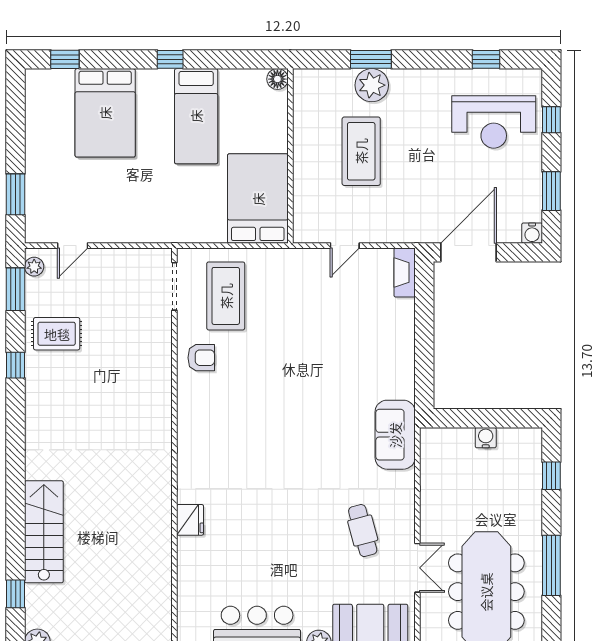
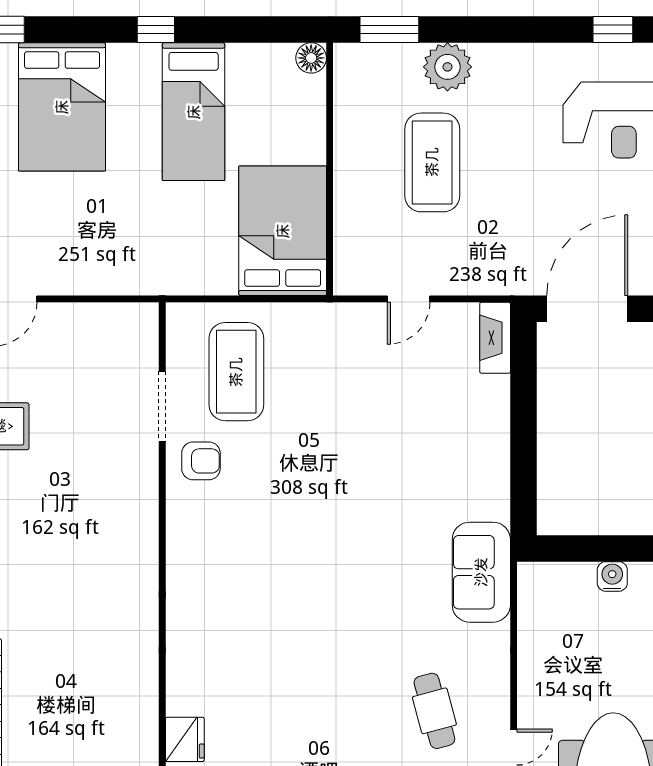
window: (371, 59) -> (389, 30), moved
doorway: (174, 286) -> (162, 406), moved
fridge: (190, 520) -> (185, 739), moved

